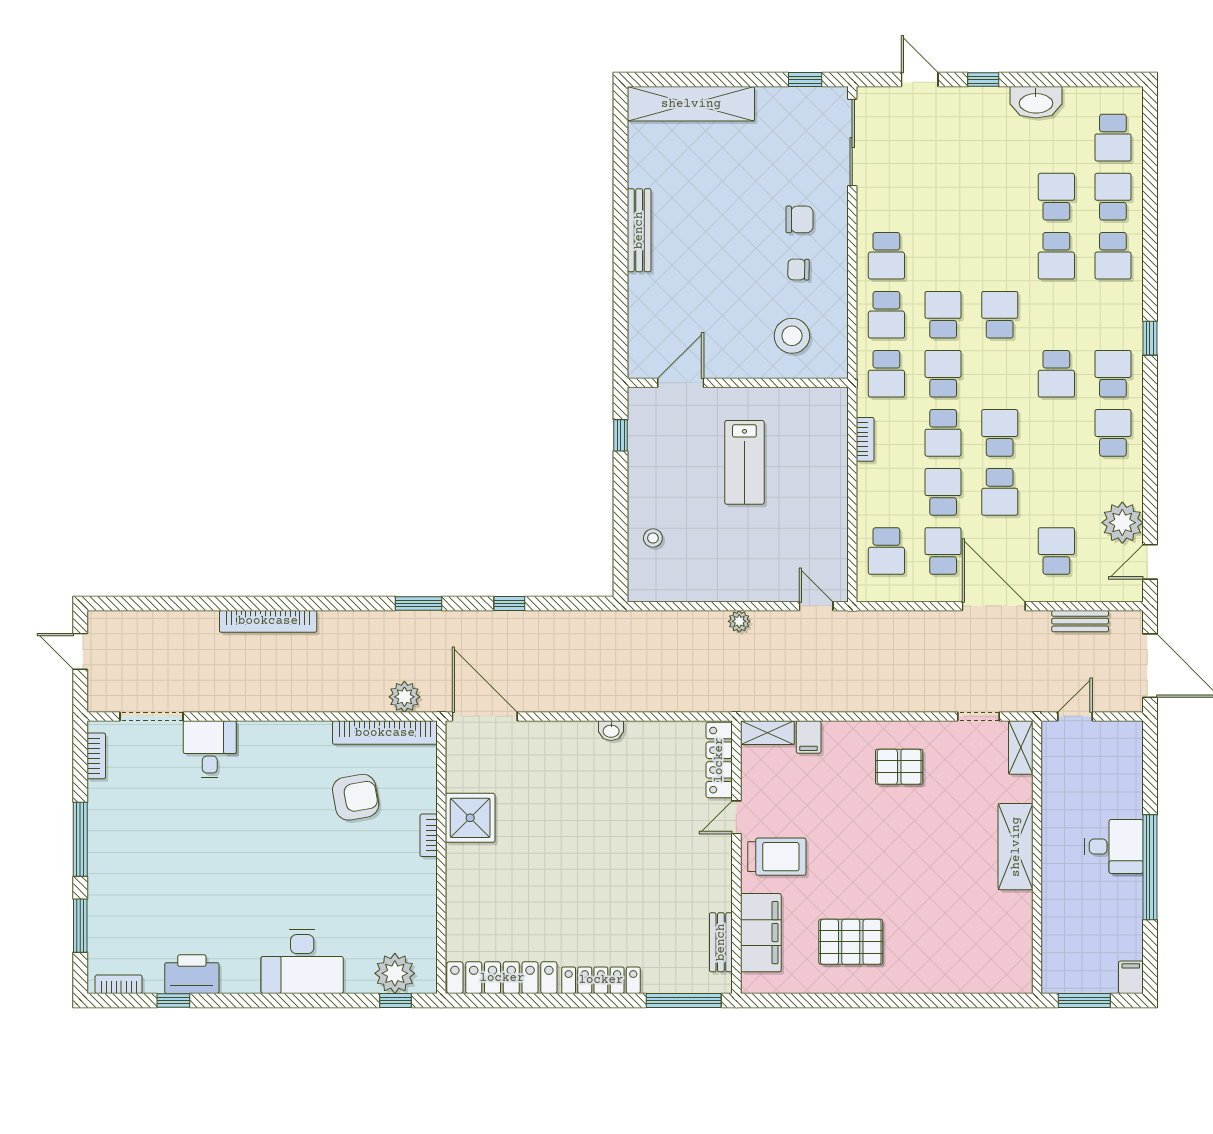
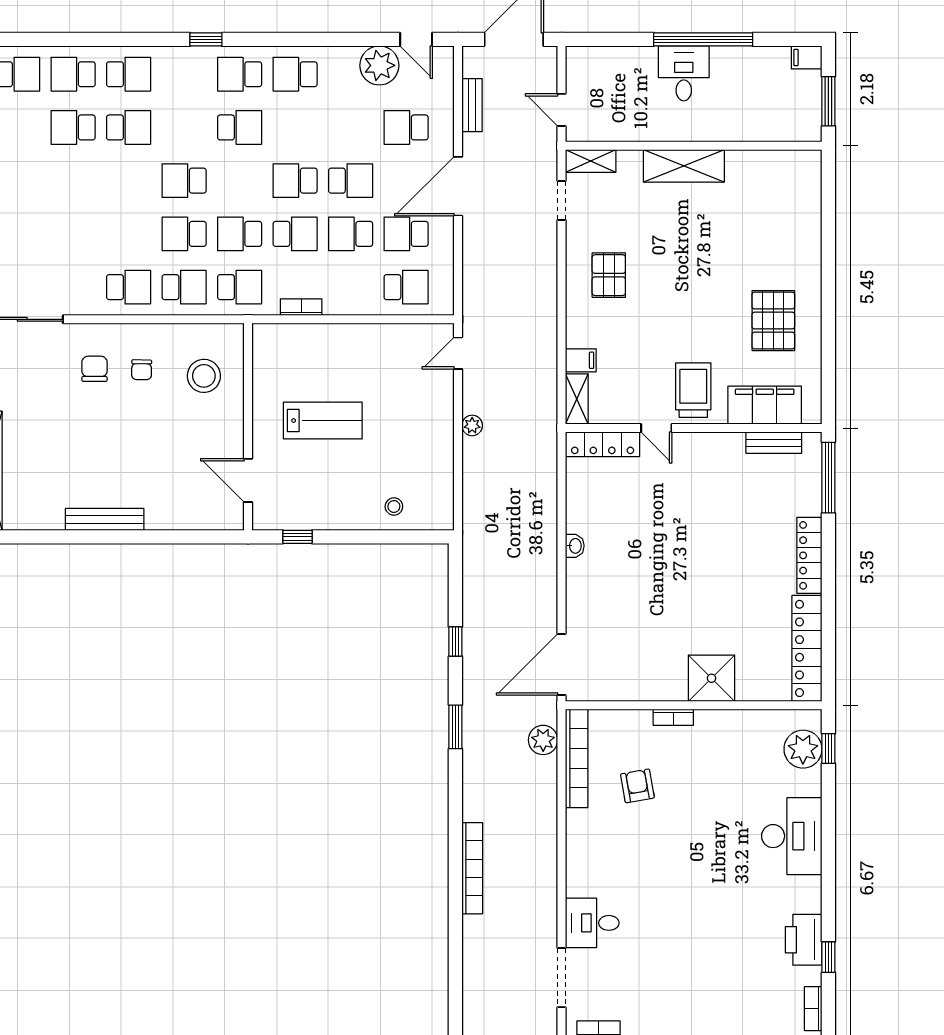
armchair: (356, 797) -> (637, 786), width x0.72, depth x0.72
shower: (470, 818) -> (711, 678), moved

